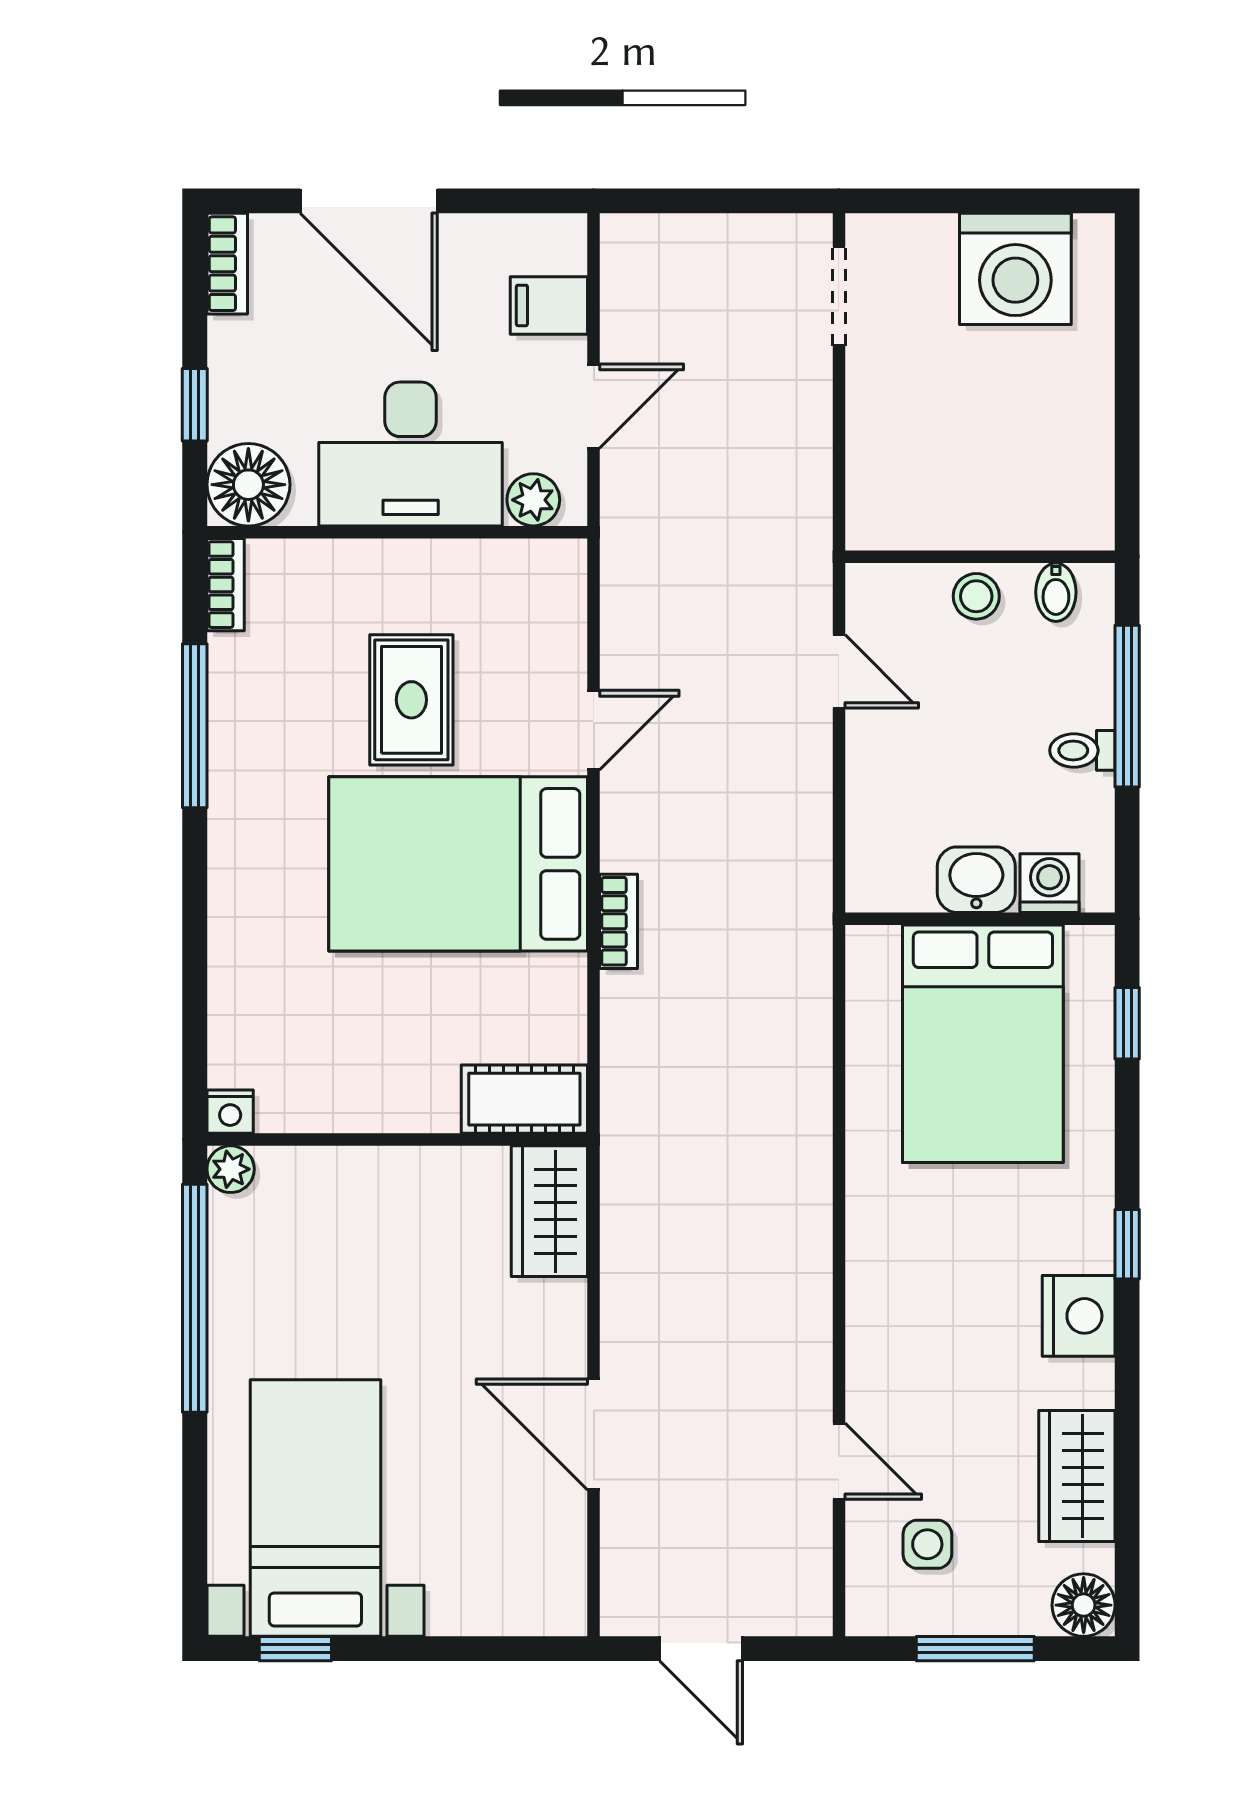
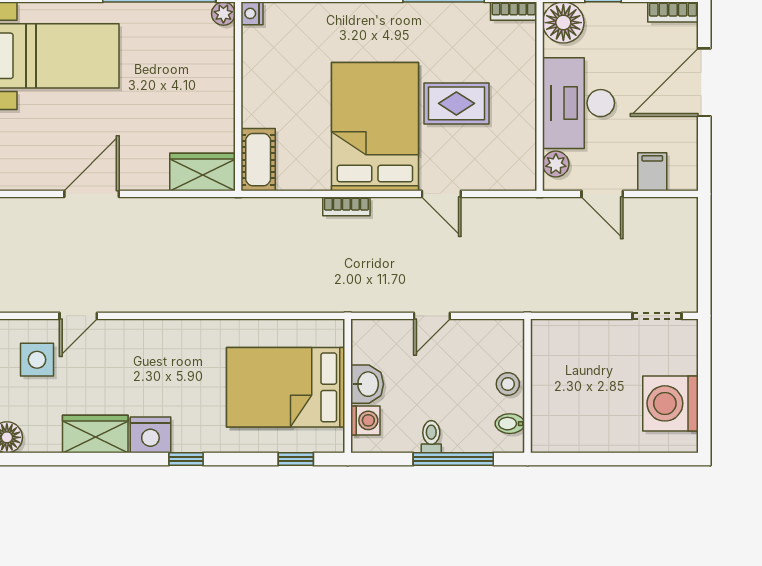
door: (839, 671) -> (432, 316), moved
wardrobe: (1077, 1476) -> (95, 434), moved
side table: (927, 1544) -> (37, 360), width x1.37, depth x1.37

